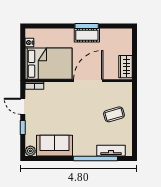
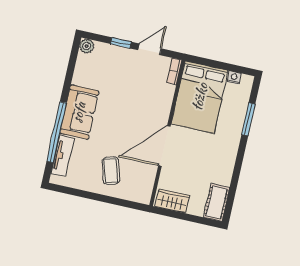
window: (87, 26) -> (248, 119), moved
cot: (87, 35) -> (217, 202), moved
door: (88, 81) -> (164, 146), swing flipped
sofa: (55, 146) -> (79, 112), moved

